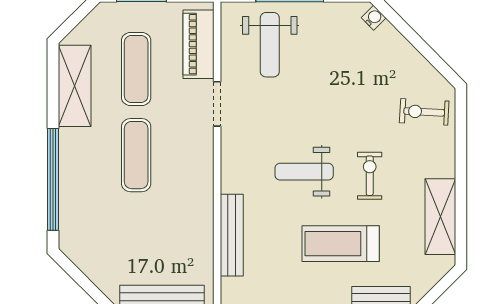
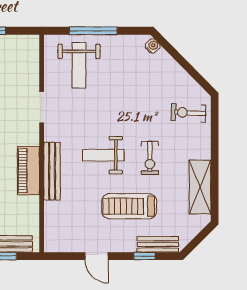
piano: (199, 44) -> (28, 171), moved
exercise bike: (370, 176) -> (150, 158), turned 180
bench: (232, 235) -> (52, 171), moved

